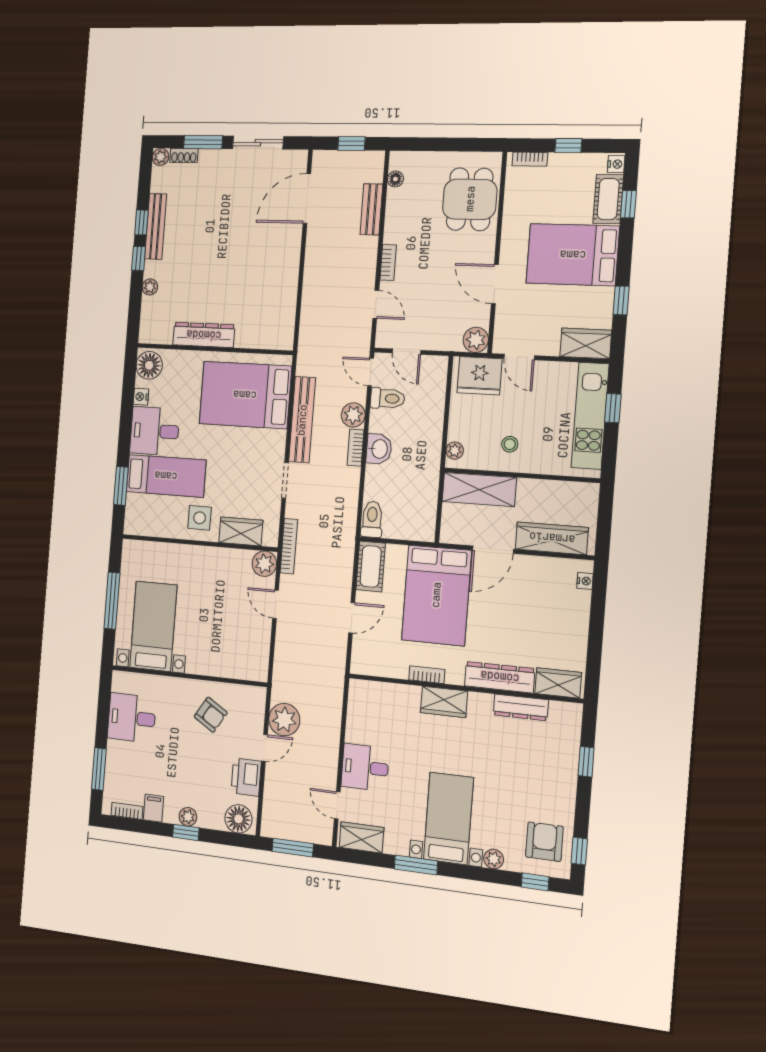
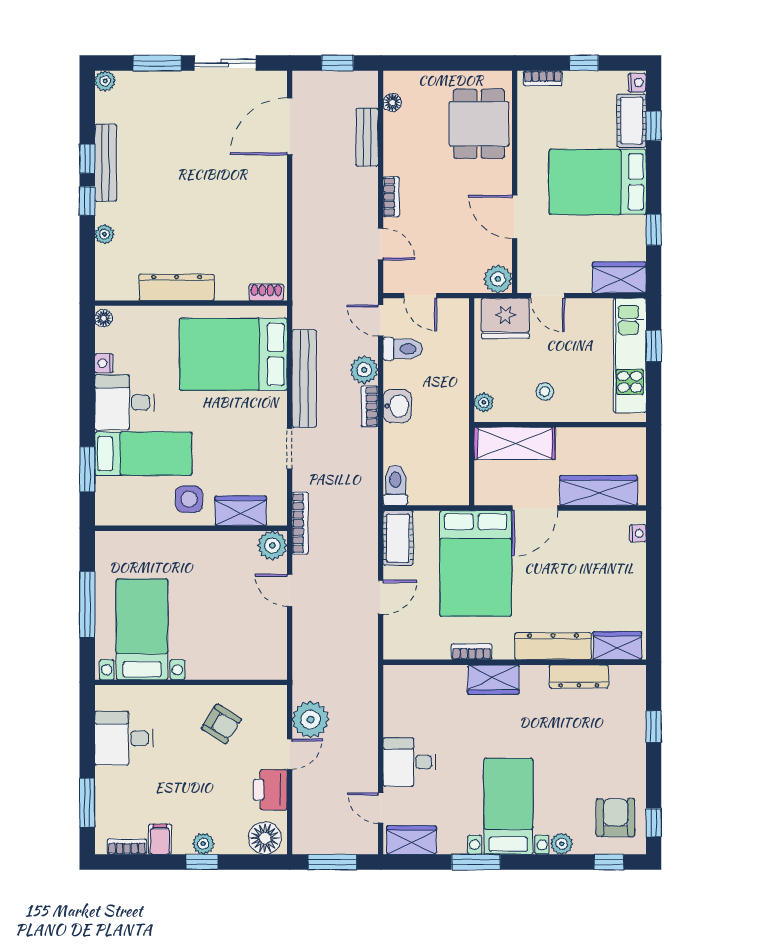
shoe rack: (184, 155) -> (266, 292), moved, turned 180
floor lamp: (149, 365) -> (104, 318), width x0.53, depth x0.53

